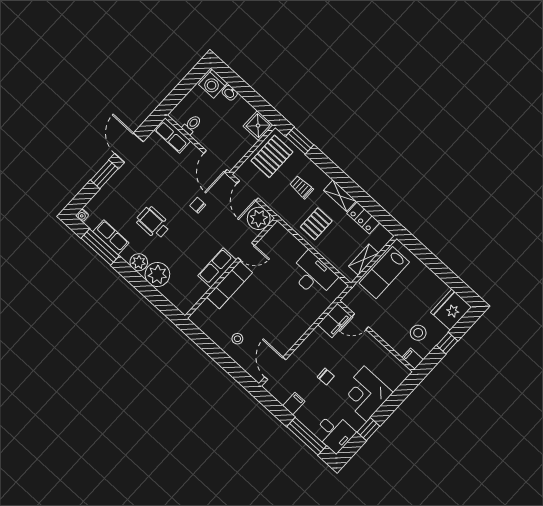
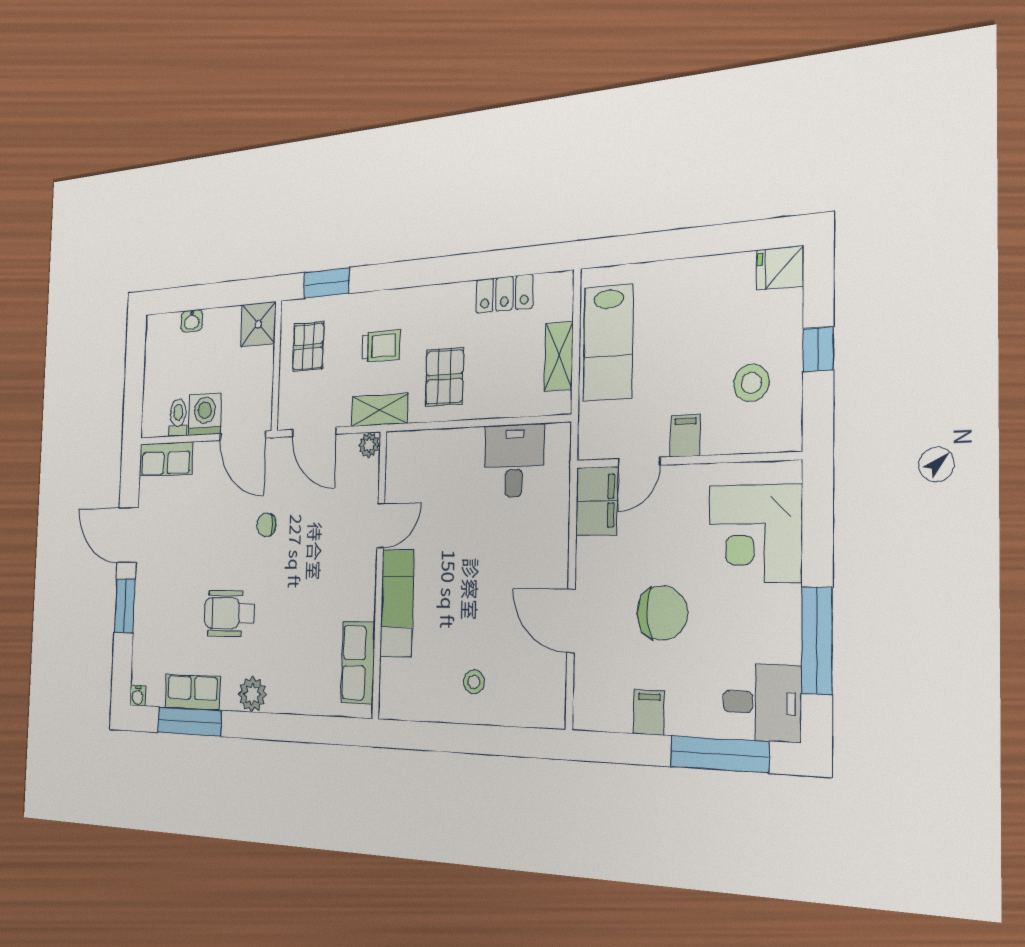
washing machine: (213, 84) -> (205, 414), moved, turned 180
pallet: (272, 156) -> (308, 346), width x0.67, depth x0.71
trolley: (302, 187) -> (381, 346), turned 180
shelving: (340, 196) -> (380, 410), moved
plant: (259, 218) -> (369, 445), width x0.53, depth x0.53
row of seats: (217, 268) -> (358, 663), moved
plant: (157, 274) -> (289, 689), removed
desk: (313, 275) -> (514, 461), width x0.73
fridge: (451, 310) -> (780, 268), width x0.53, depth x0.75
filing cabinet: (413, 359) -> (685, 436), moved, turned 90
door: (275, 368) -> (571, 621), moved
chair: (326, 377) -> (662, 613), width x1.87, depth x1.87
corner desk: (365, 394) -> (755, 533), moved
window: (368, 429) -> (817, 640), width x2.17

